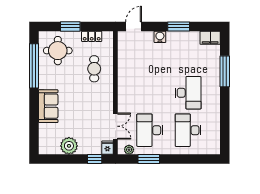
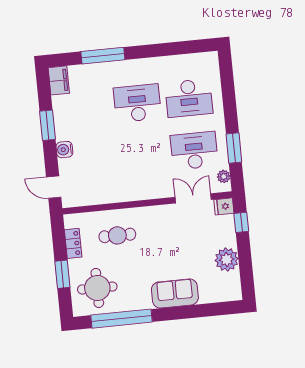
desk: (150, 130) -> (194, 151), turned 180

